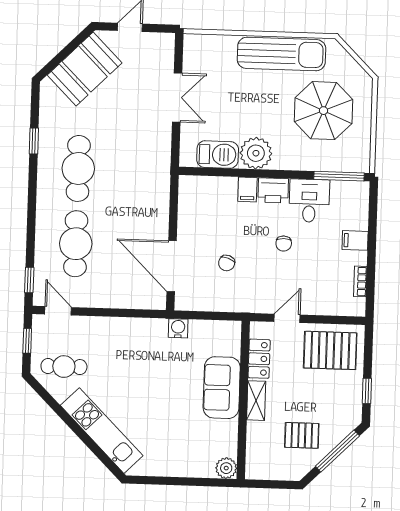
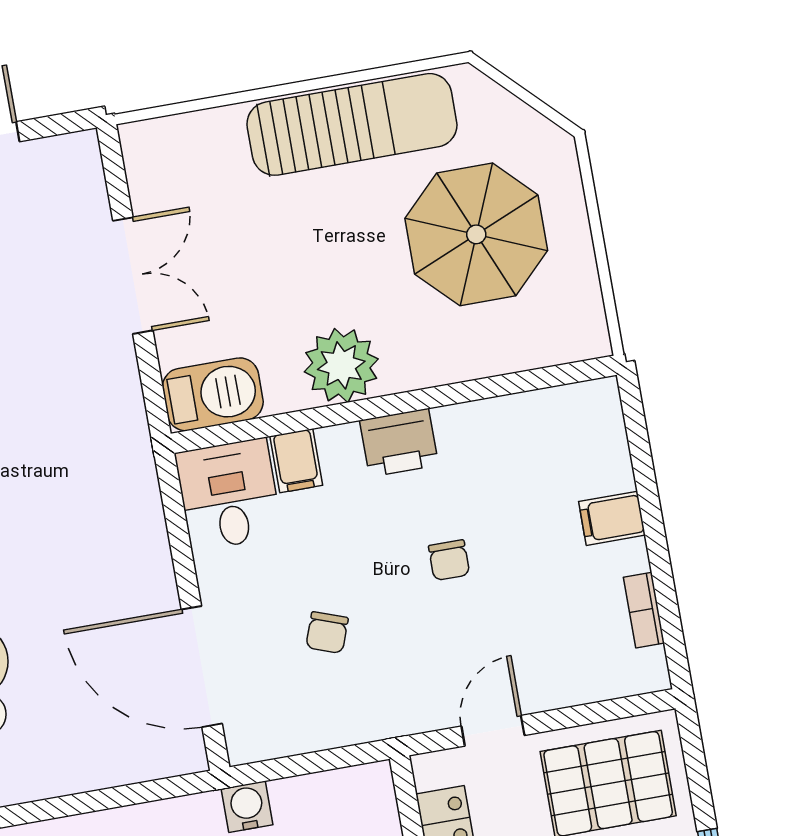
barbecue: (218, 155) -> (213, 394), moved
window: (339, 176) -> (544, 378), removed
filing cabinet: (247, 189) -> (296, 461), moved
desk: (309, 201) -> (229, 494), moved

